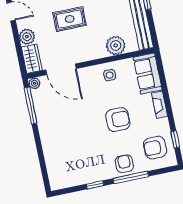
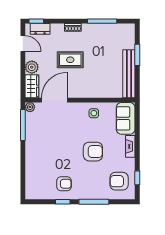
plant: (116, 45) -> (104, 90), removed
door: (61, 69) -> (54, 100), swing flipped
armchair: (124, 164) -> (64, 184), moved, turned 90

